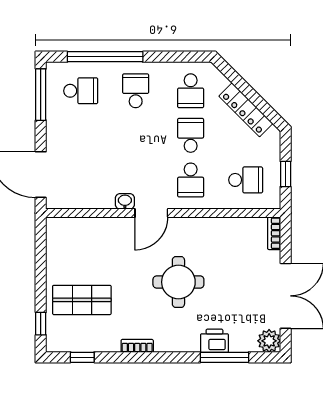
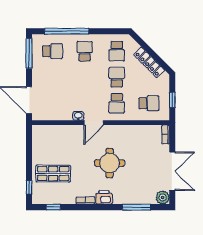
printer: (214, 341) -> (104, 197), moved

